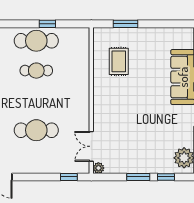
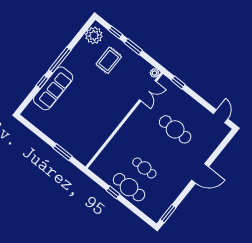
rug: (119, 61) -> (109, 60), moved

